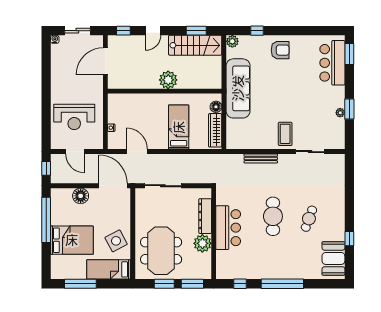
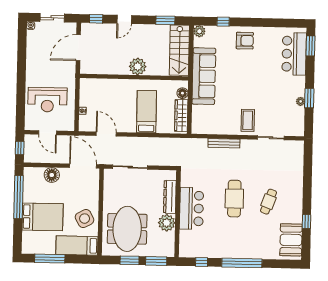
stairs: (195, 45) -> (179, 50), moved, turned 90

